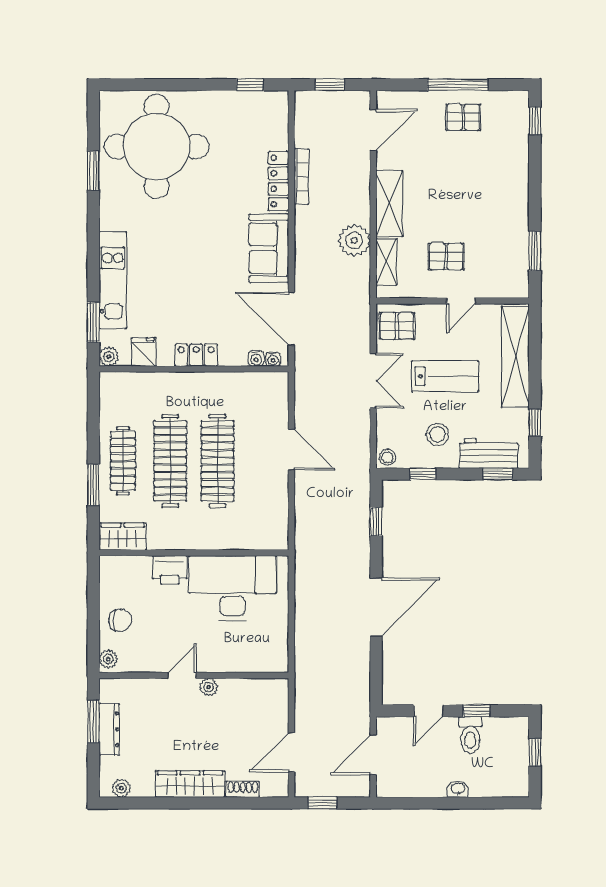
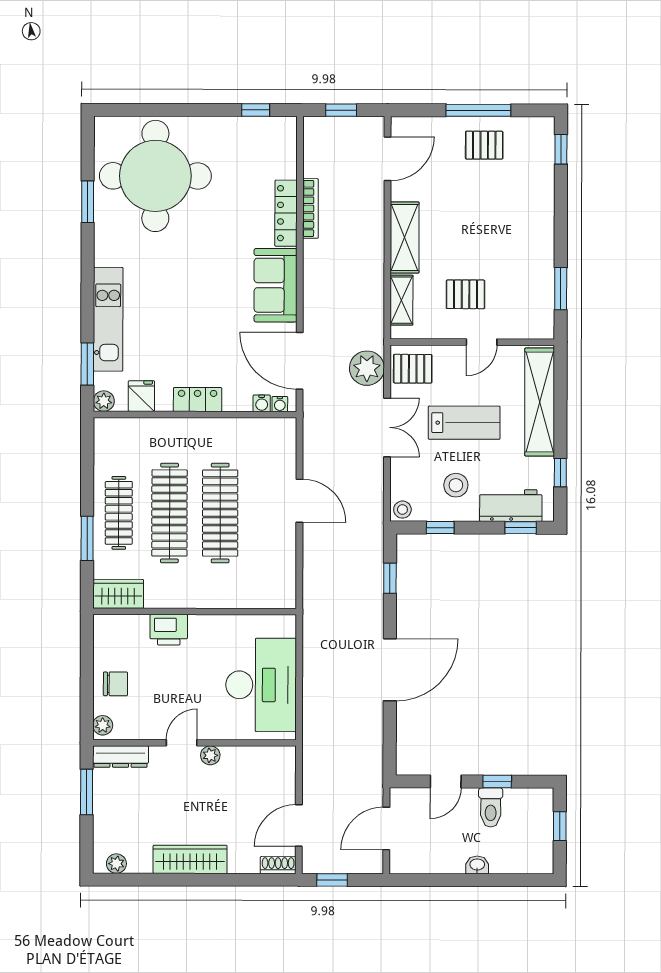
plant: (354, 240) -> (367, 368), moved
desk: (233, 588) -> (261, 685), moved, turned 90
dresser: (109, 729) -> (121, 756), moved, turned 90
shoe rack: (243, 789) -> (278, 865), moved

